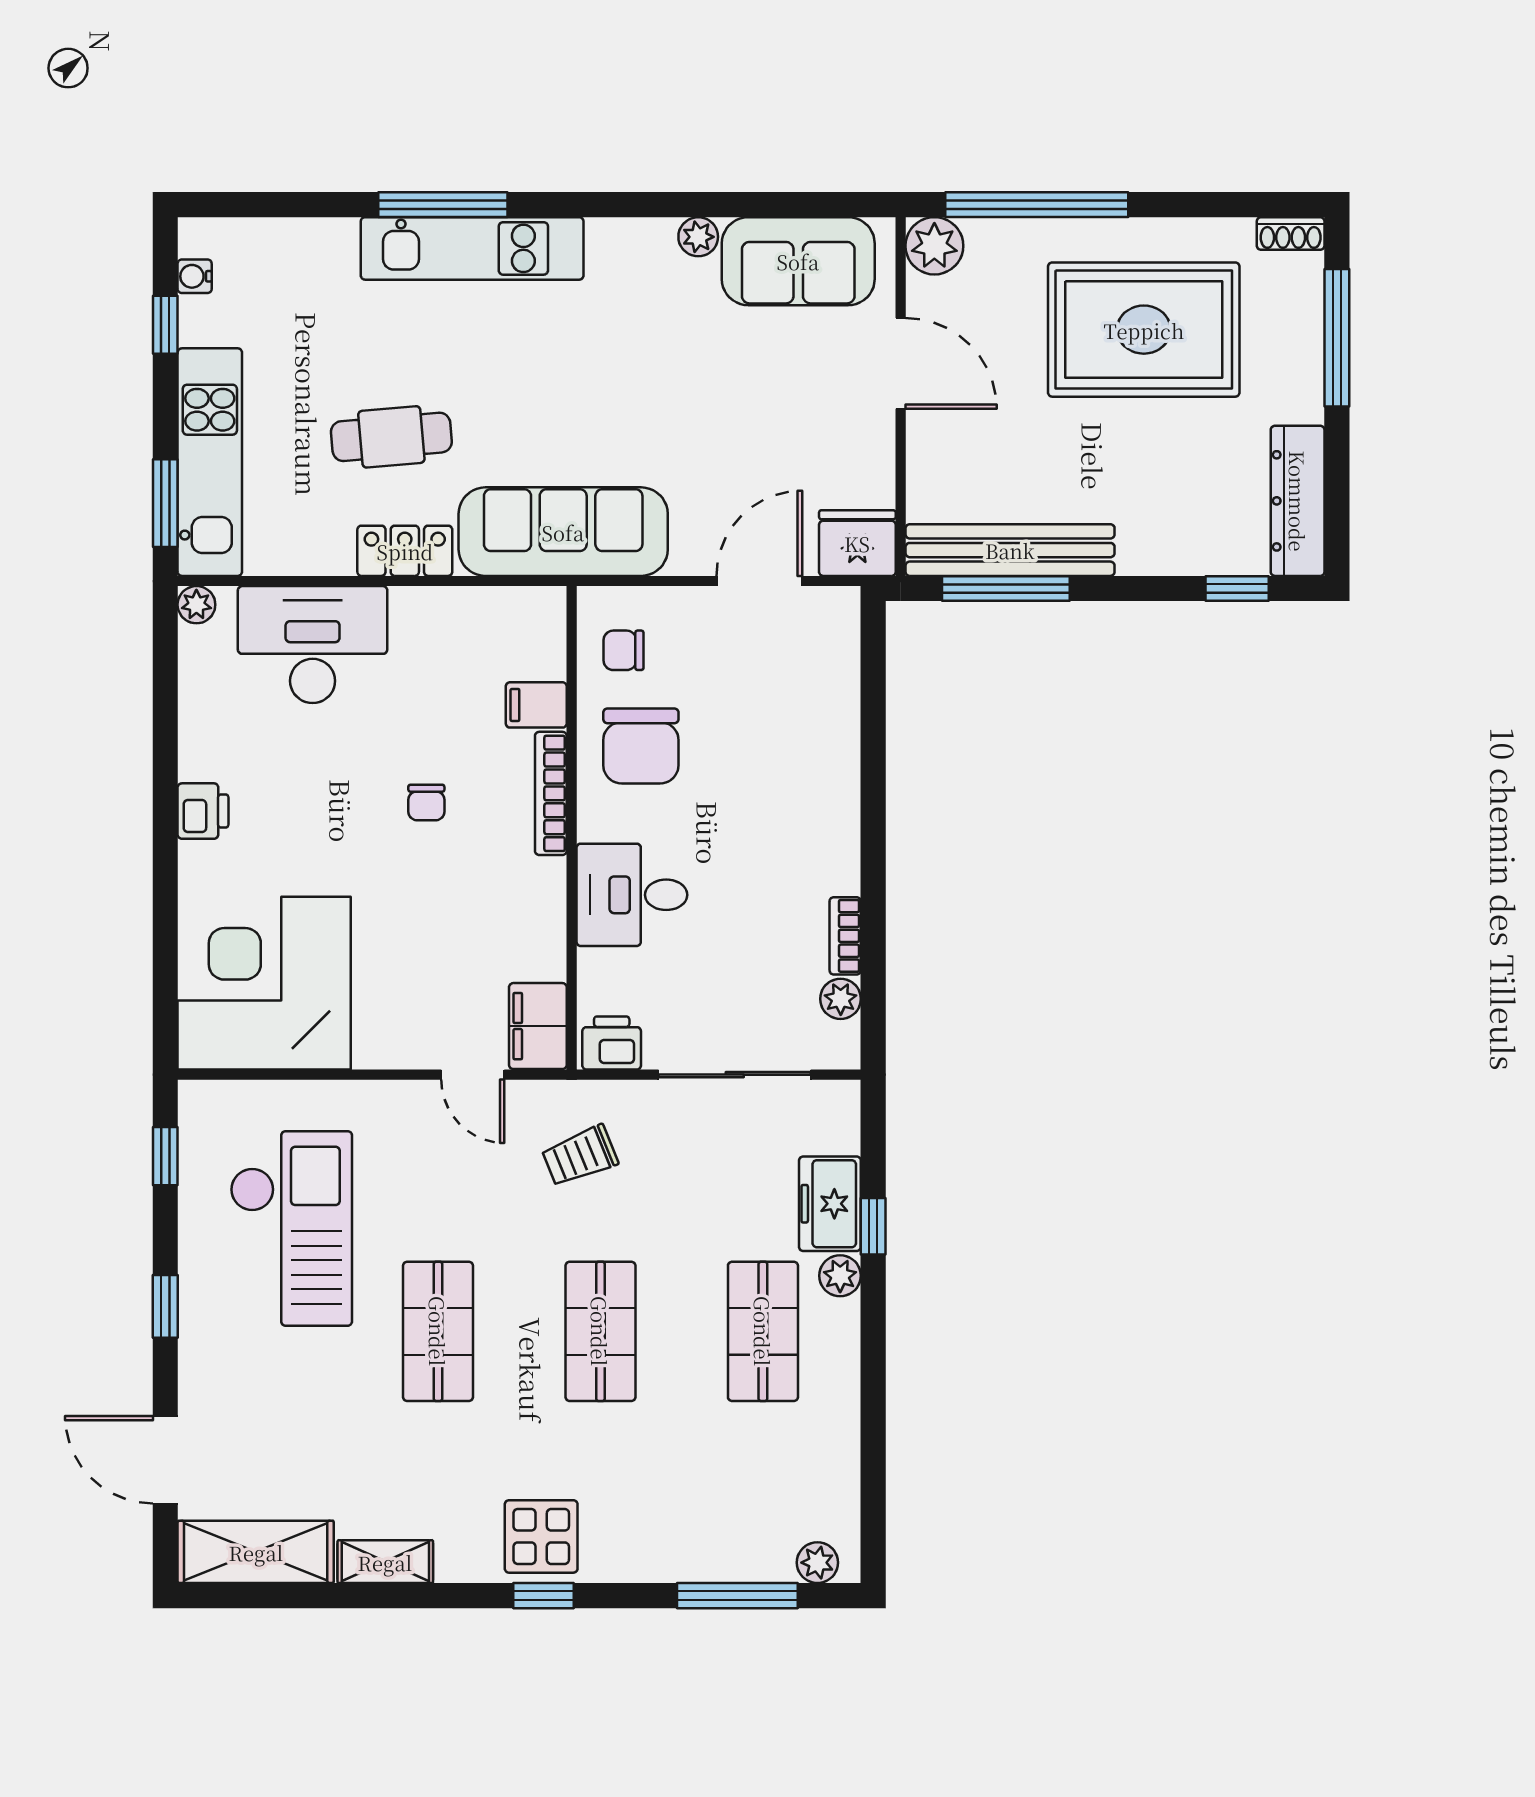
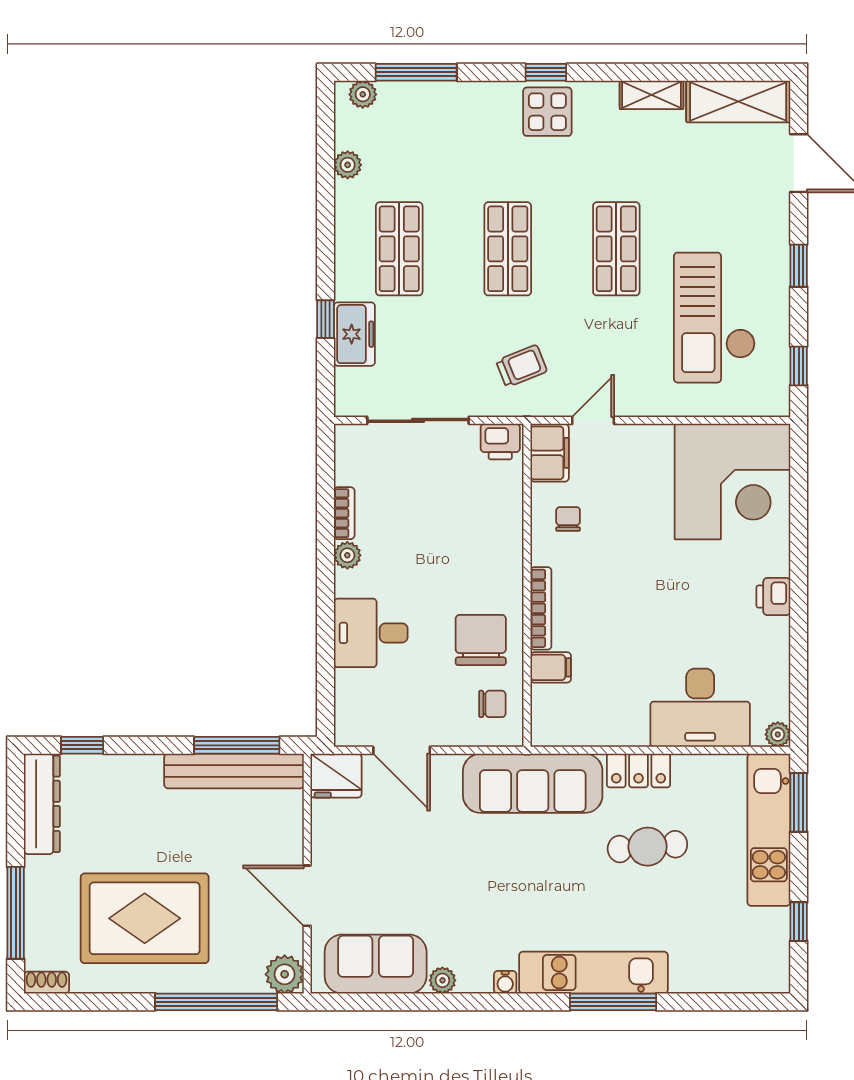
water cooler: (195, 276) -> (505, 982), moved, turned 90
door: (759, 581) -> (402, 750), hinge flipped
chair: (426, 803) -> (568, 519), moved
desk: (632, 895) -> (371, 633), moved, turned 180
plant: (841, 999) -> (347, 555), moved
door: (473, 1075) -> (593, 420), hinge flipped
plant: (840, 1276) -> (348, 165), moved

